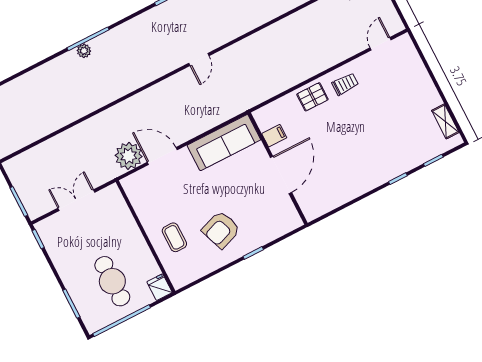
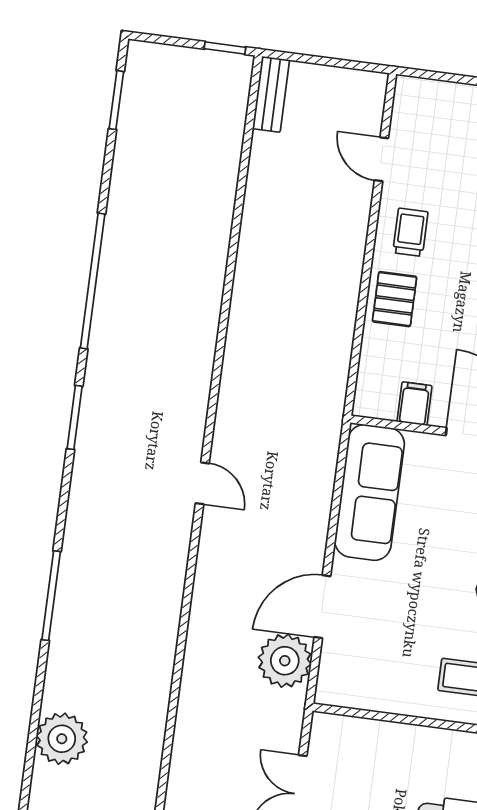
door: (381, 44) -> (381, 159), moved
plant: (84, 51) -> (62, 739), moved, width x1.88, depth x1.88
door: (199, 59) -> (202, 483), moved

